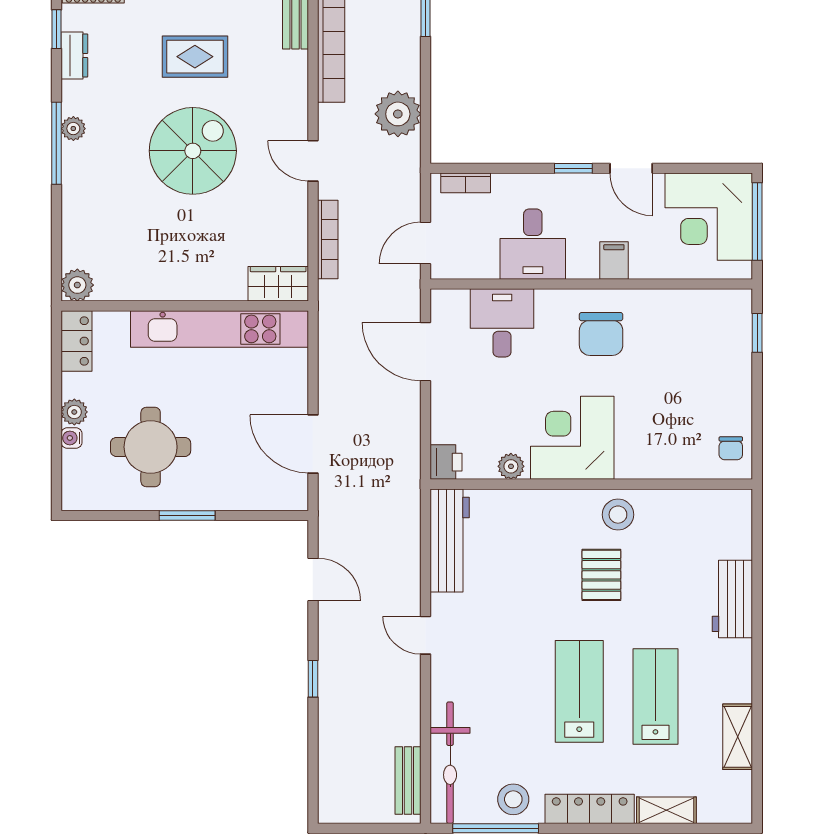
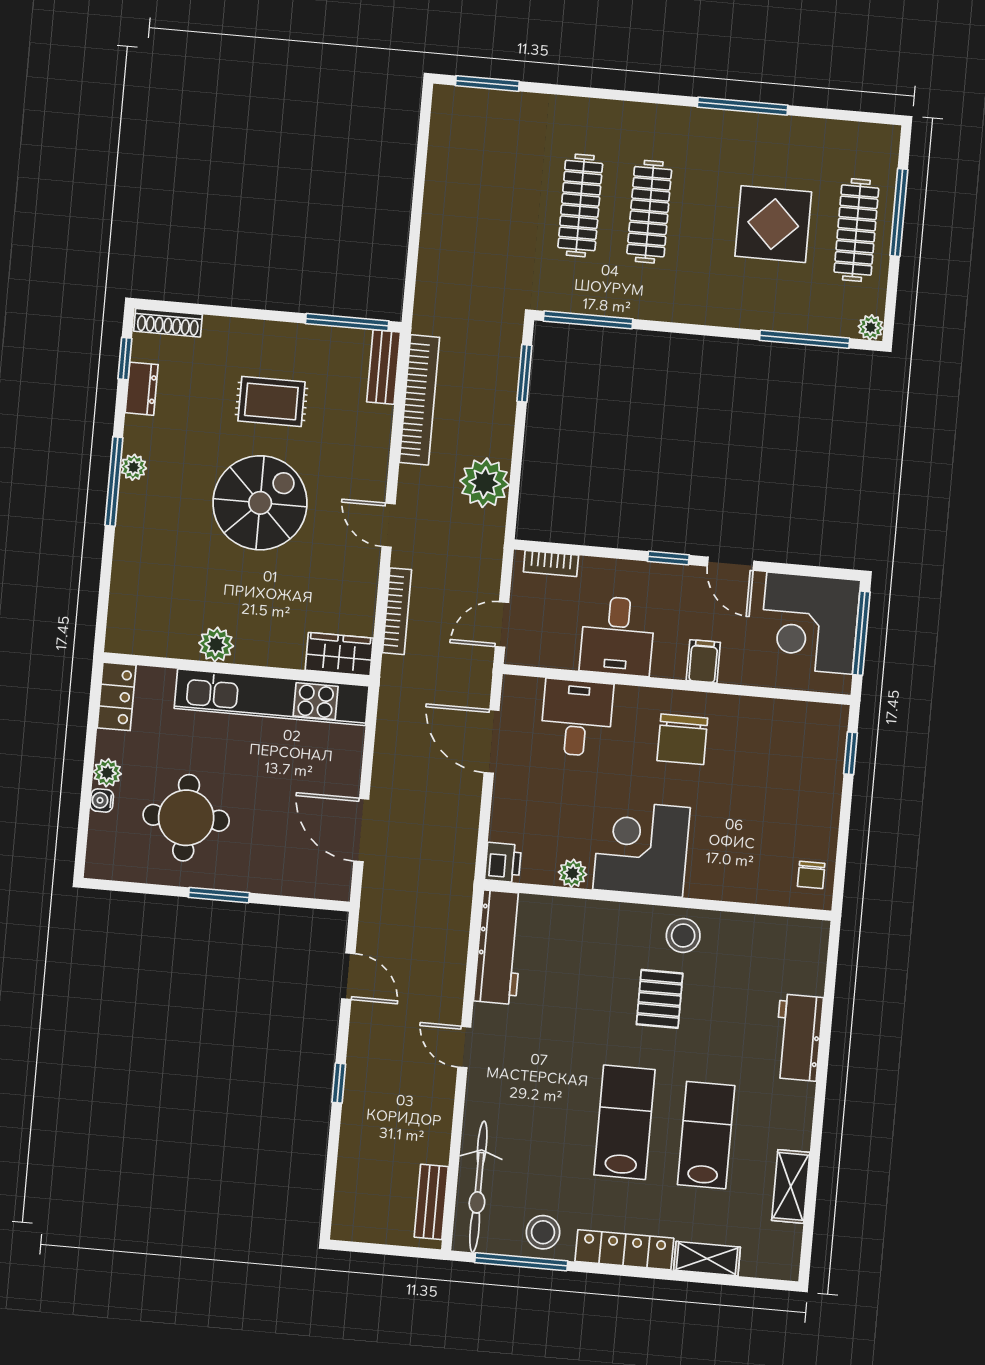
plant: (77, 285) -> (216, 645), moved

